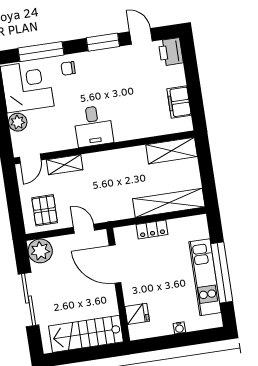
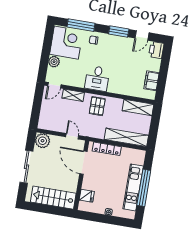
door: (141, 36) -> (142, 35), swing flipped
pallet: (45, 210) -> (97, 106), moved
locker: (152, 229) -> (107, 149), width x1.53

